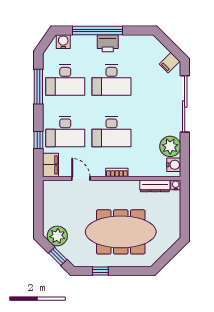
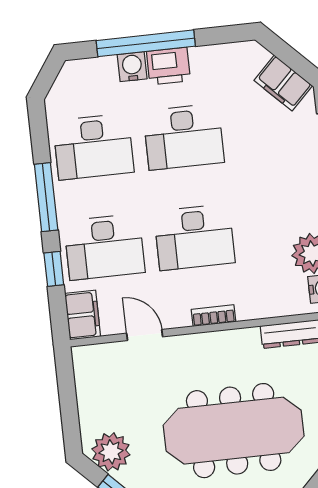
water cooler: (63, 42) -> (132, 67), moved
filing cabinet: (169, 63) -> (283, 83), width x2.00
window: (38, 87) -> (46, 197), moved

